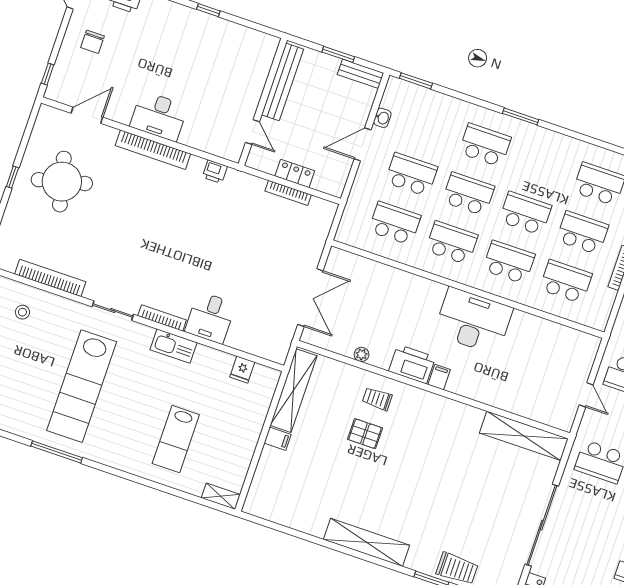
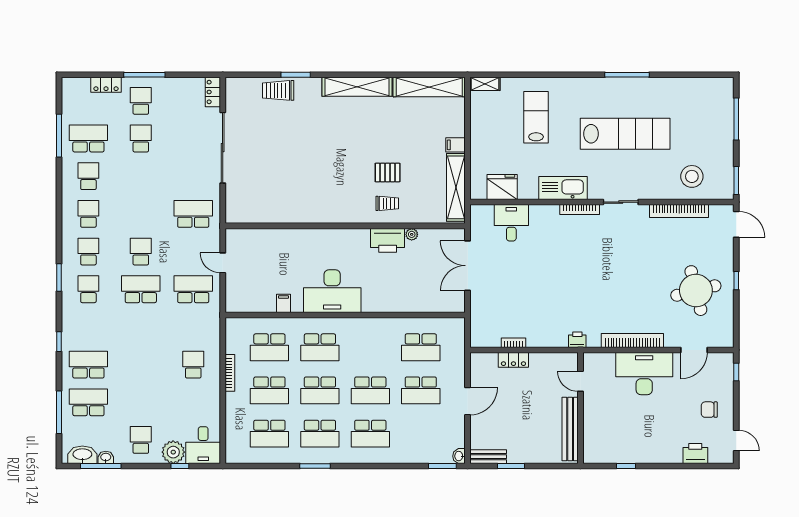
chair: (92, 42) -> (709, 410), turned -90
bench: (282, 82) -> (570, 429), moved
wall: (263, 102) -> (580, 408), moved
desk: (159, 116) -> (644, 374), width x1.36, depth x1.30
window: (521, 116) -> (315, 466), moved
washbasin: (382, 118) -> (459, 456), moved
door: (252, 132) -> (580, 381), moved
bookcase: (288, 193) -> (513, 343), width x0.64
school desk: (452, 243) -> (320, 434), moved
stool: (22, 312) -> (692, 176), width x1.89, depth x1.89
desk: (210, 318) -> (511, 223), moved
kitchen sink: (174, 346) -> (563, 188), width x1.36, depth x1.24
printer: (412, 364) -> (388, 240), moved
fridge: (242, 370) -> (502, 187), width x1.88, depth x1.34
filing cabinet: (439, 377) -> (284, 303), moved, turned 180
lab bench: (82, 386) -> (625, 134), turned 90
shelving: (524, 436) -> (429, 87), moved

